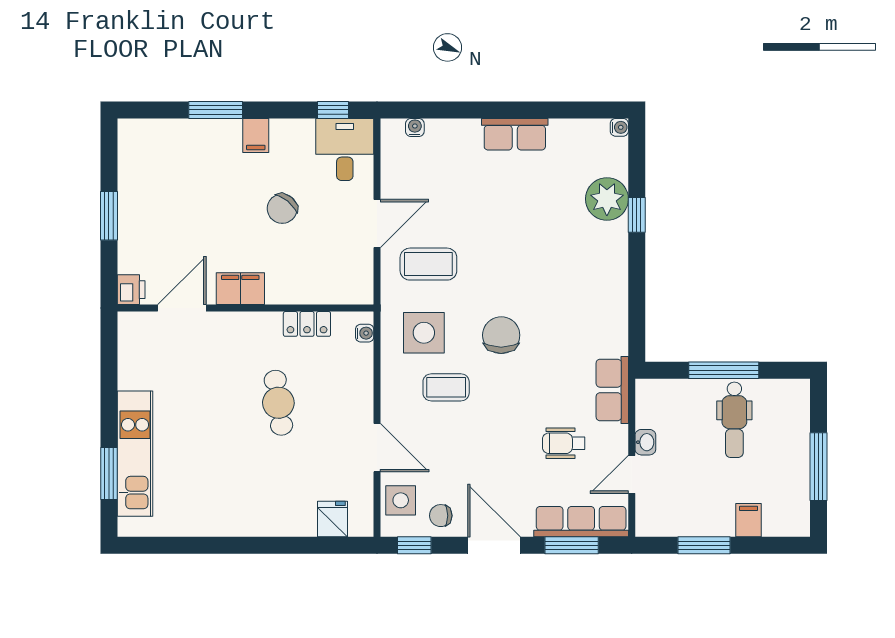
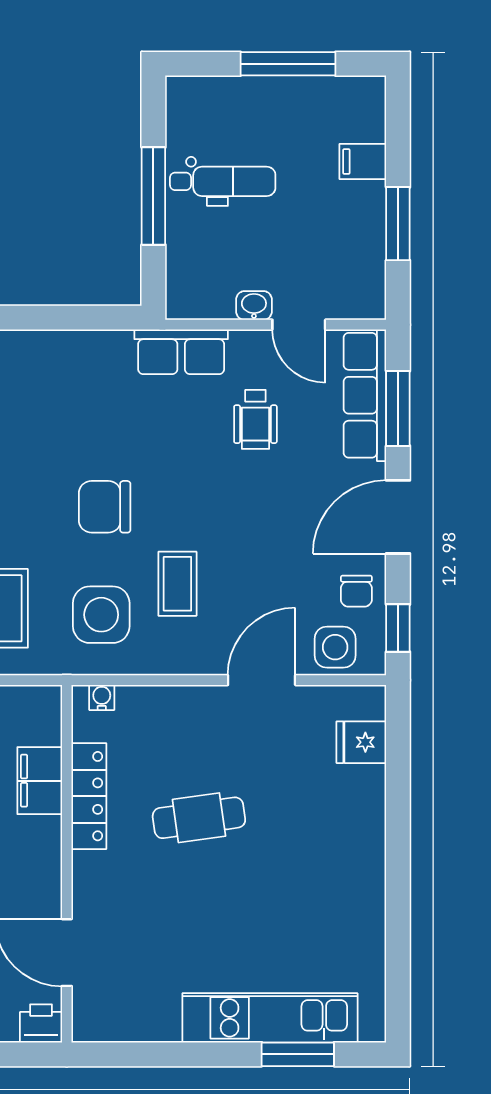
filing cabinet: (240, 289) -> (40, 781), moved
locker: (307, 324) -> (89, 796), width x1.53

